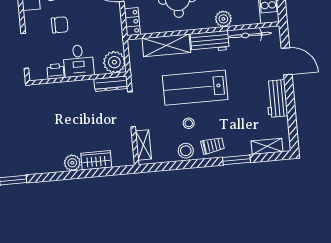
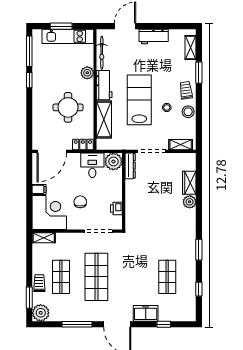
desk: (78, 61) -> (92, 165), moved, turned -90
lab bench: (195, 88) -> (139, 100), turned 180

